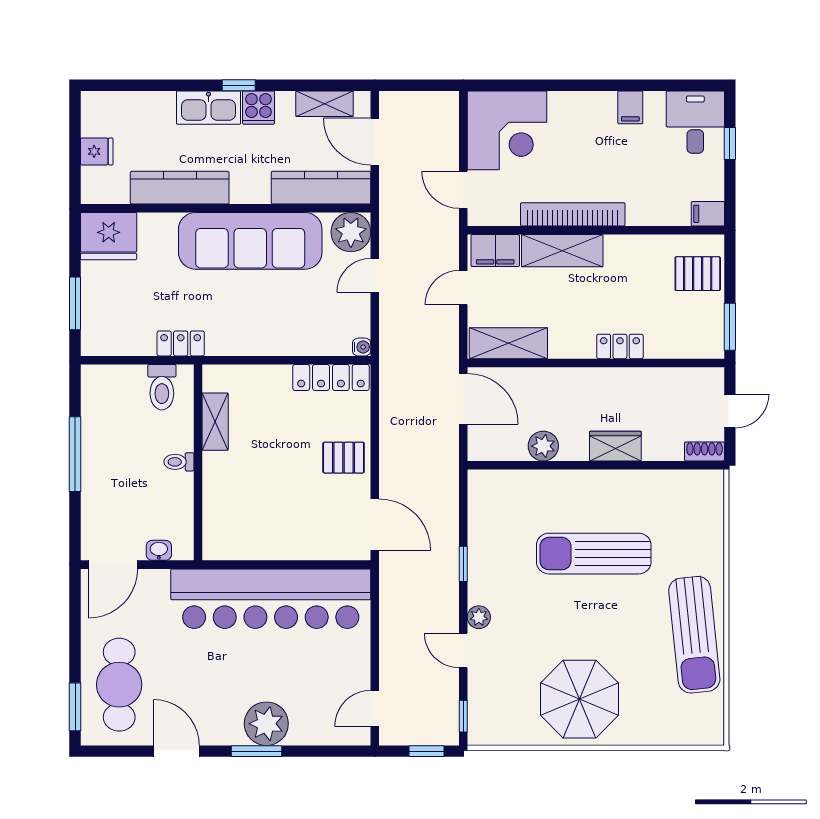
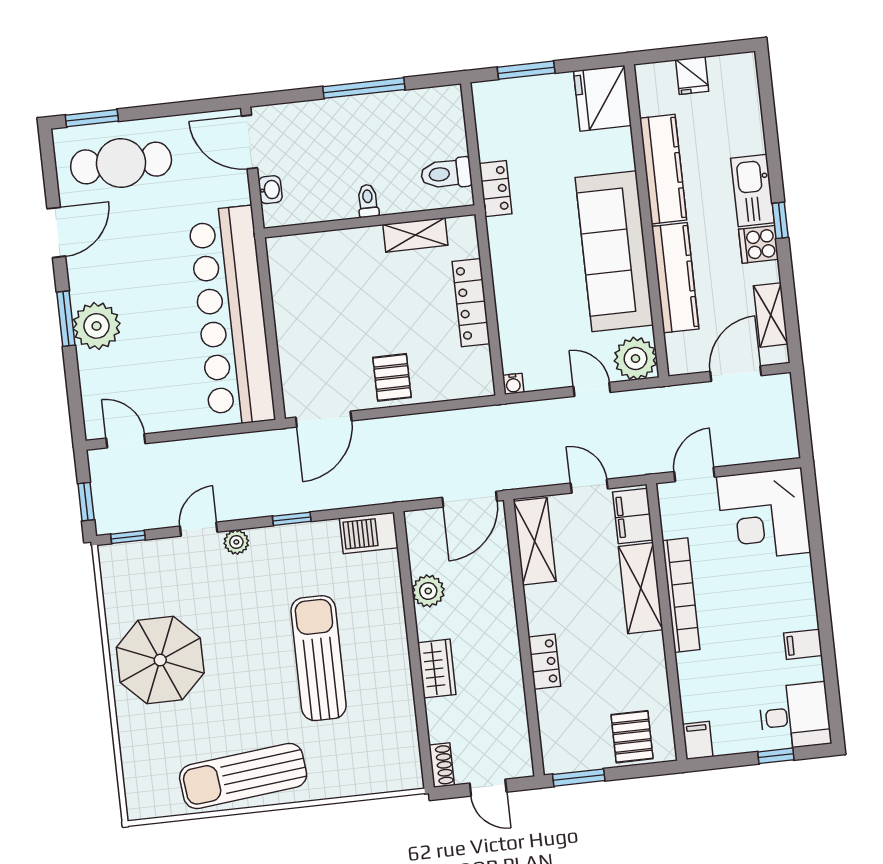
kitchen counter: (321, 188) -> (675, 278), moved
locker: (331, 377) -> (471, 303), moved
barbecue: (484, 495) -> (369, 533), added

